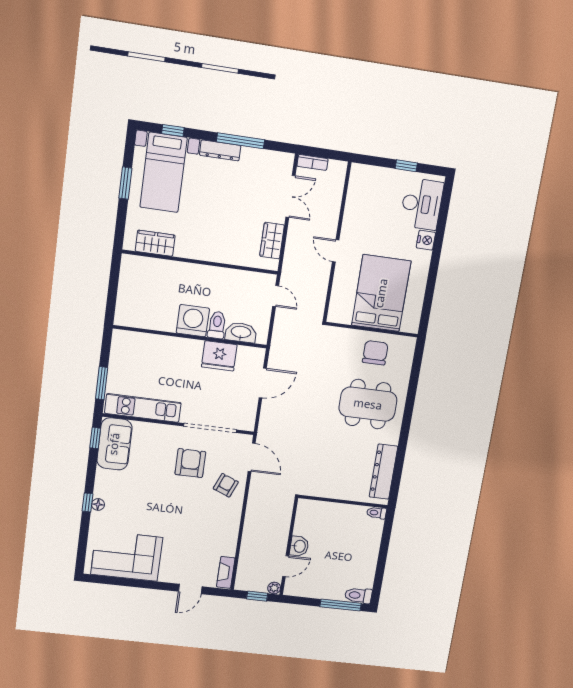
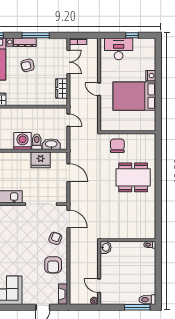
armchair: (219, 192) -> (28, 65), added
desk: (422, 204) -> (119, 49), moved, turned -90
bed: (381, 293) -> (134, 96), moved, turned -90
chair: (375, 353) -> (117, 146), moved
door: (263, 383) -> (68, 173), hinge flipped
armchair: (190, 463) -> (53, 265), moved, turned 180
dresser: (383, 472) -> (150, 218), removed
washbasin: (299, 546) -> (106, 247), moved
door: (286, 566) -> (99, 286), swing flipped
window: (257, 596) -> (85, 307), removed

